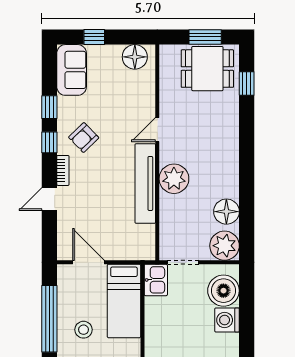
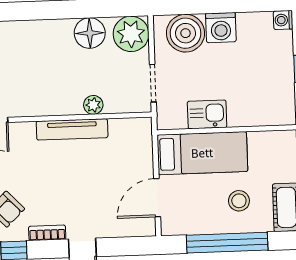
plant: (174, 179) -> (93, 105), moved, width x0.53, depth x0.53
tv unit: (145, 183) -> (72, 129), width x0.73, depth x0.78
kitchen sink: (156, 280) -> (207, 114), moved

